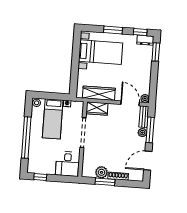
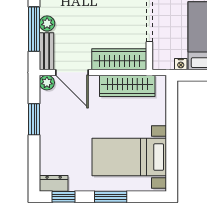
window: (156, 52) -> (34, 119), moved
wardrobe: (97, 109) -> (119, 59), width x1.50

